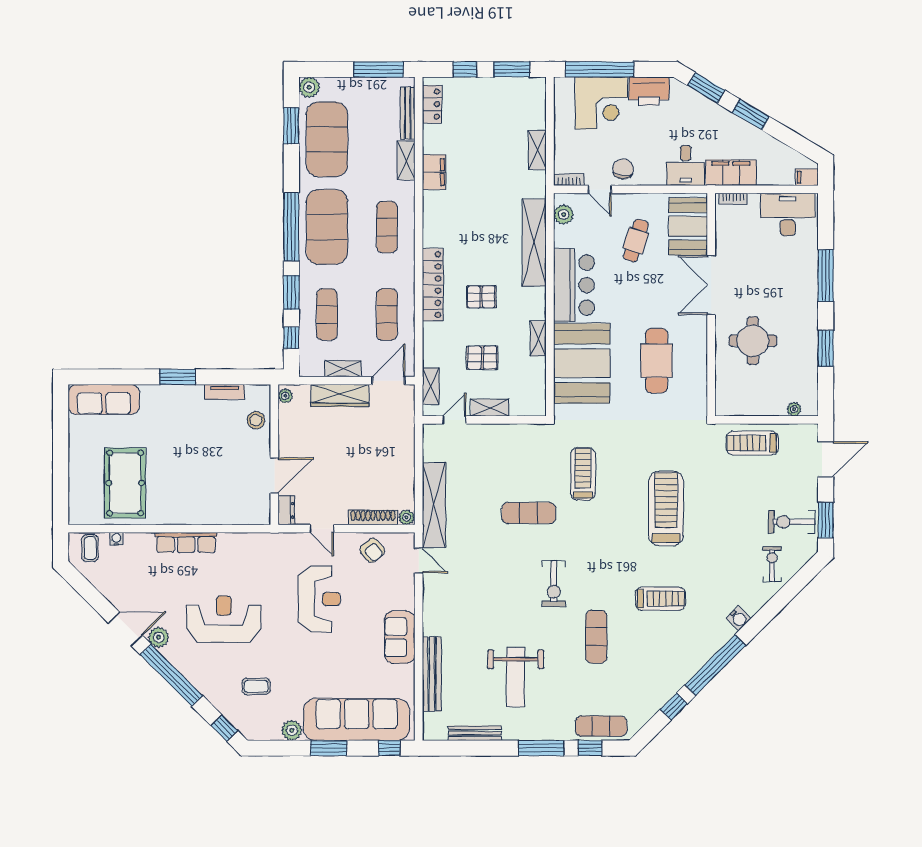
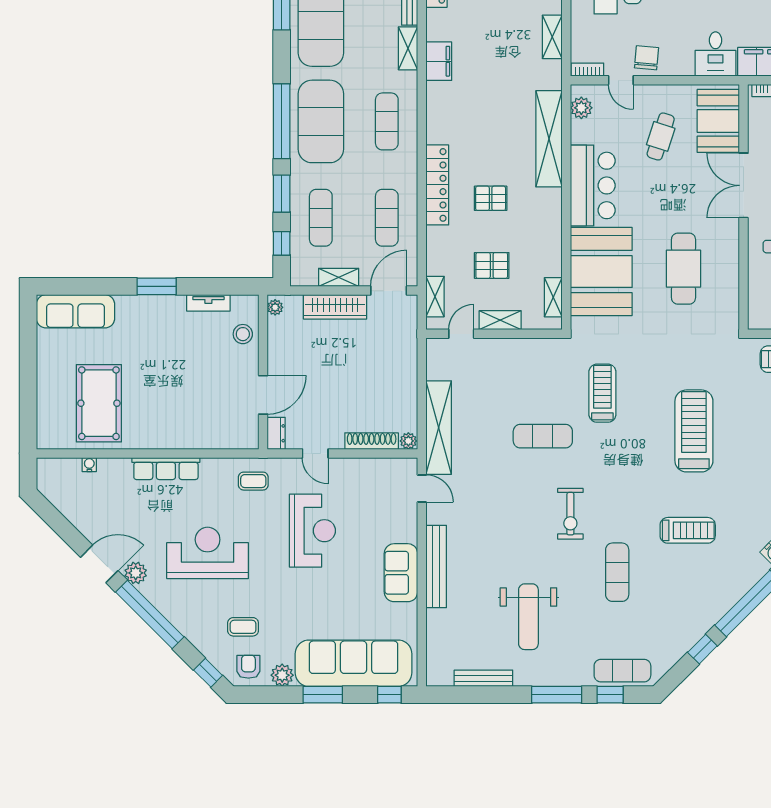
shelving: (538, 339) -> (553, 297), moved
coffee table: (90, 548) -> (253, 481), moved, turned 90
armchair: (372, 550) -> (248, 667), moved, turned -141
bench: (432, 674) -> (436, 566), moved

